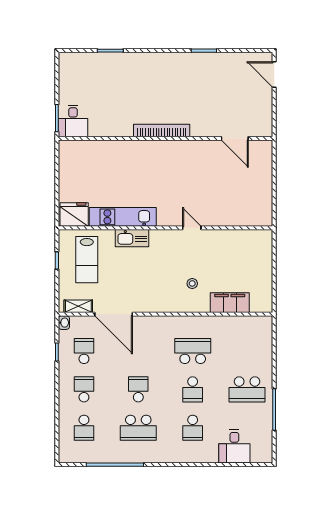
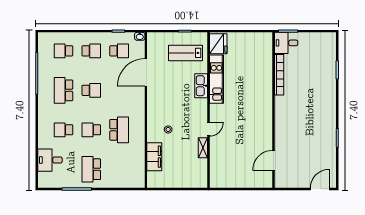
bookcase: (162, 131) -> (279, 75), moved
shelving: (78, 306) -> (203, 148), moved

